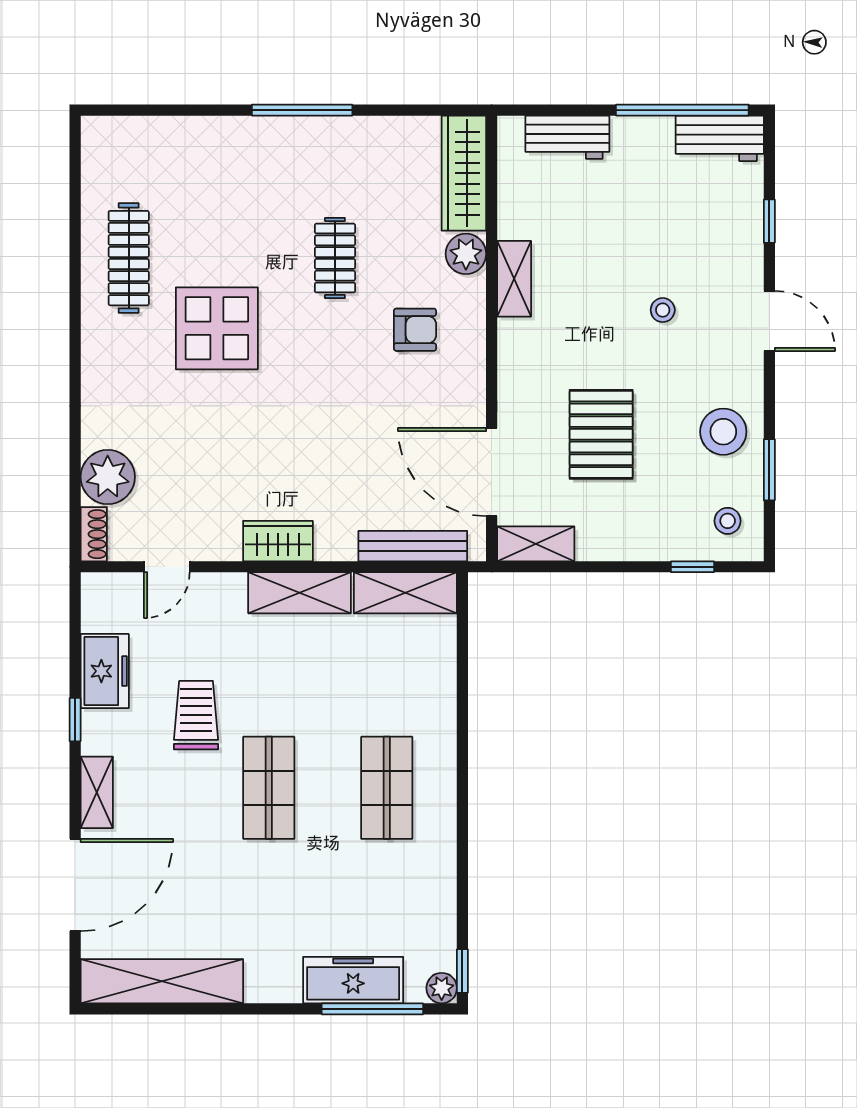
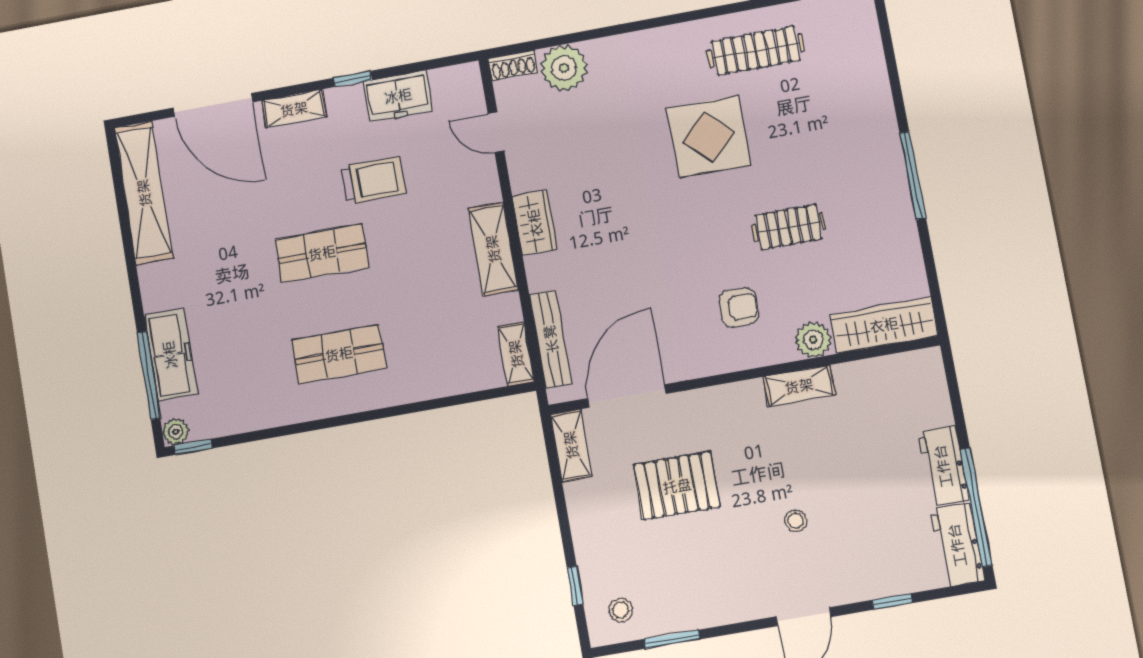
workbench: (567, 137) -> (943, 466), moved
armchair: (415, 330) -> (739, 307), turned -90
stool: (723, 432) -> (698, 593), removed
shelving: (405, 593) -> (516, 354), width x0.67, depth x0.75

